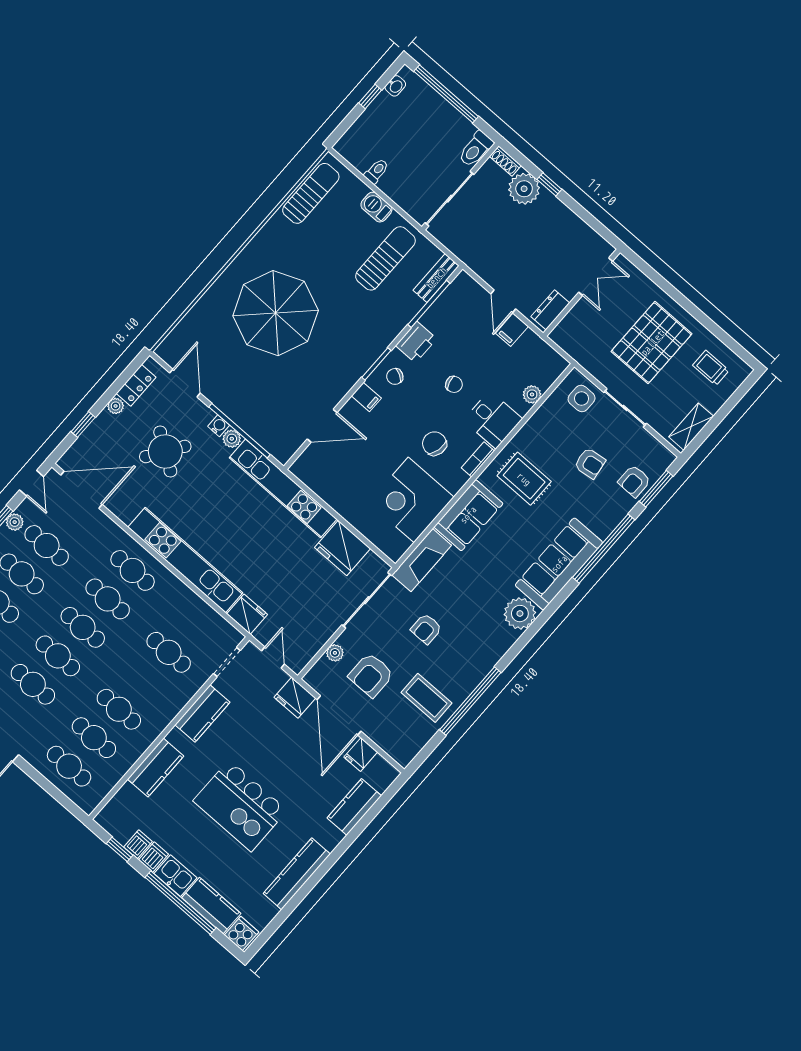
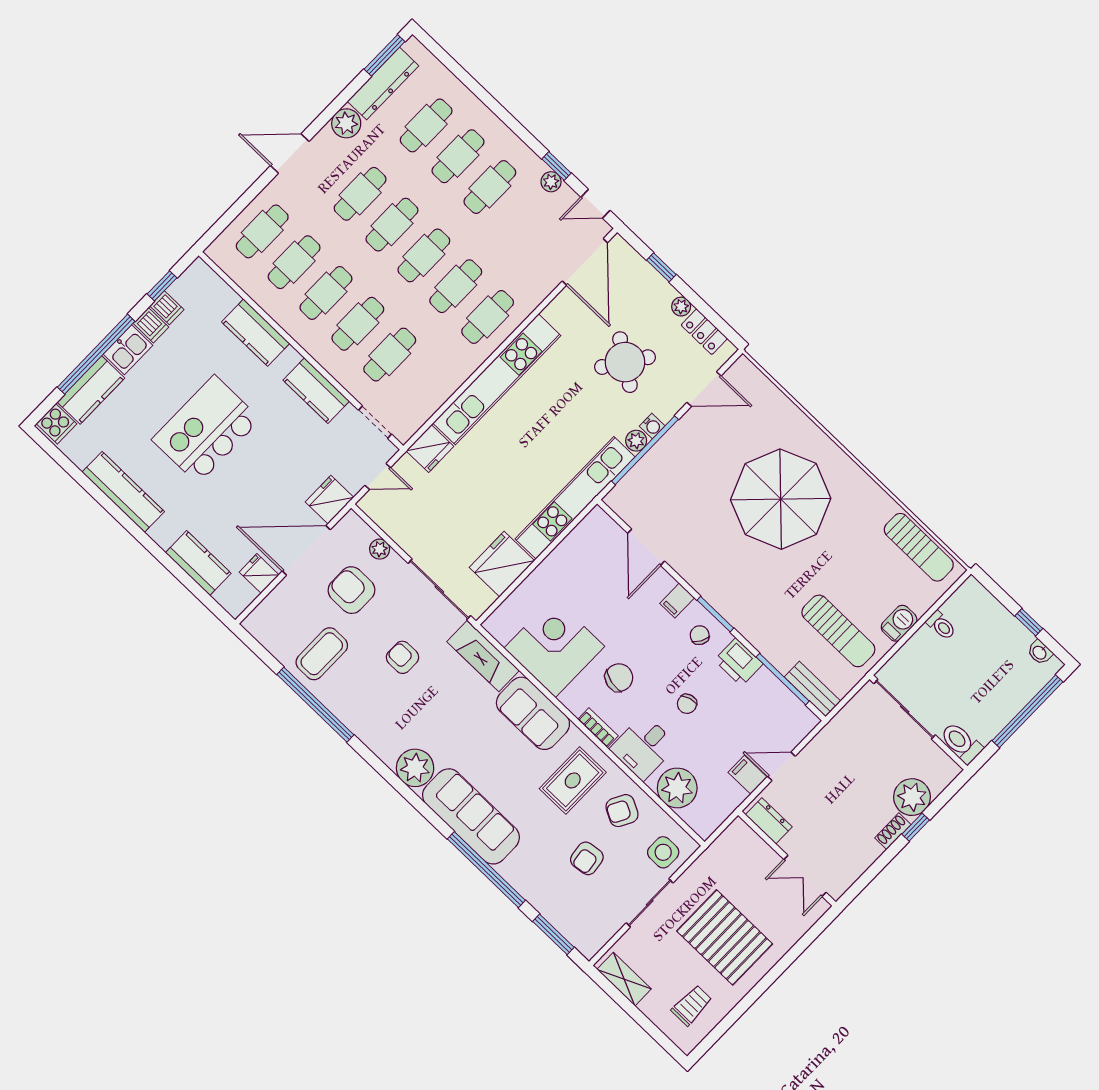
shoe rack: (505, 161) -> (893, 831), moved
plant: (532, 394) -> (677, 788), width x1.87, depth x1.87
armchair: (634, 481) -> (622, 811), moved, turned -62
cafe table: (47, 546) -> (358, 324), moved

